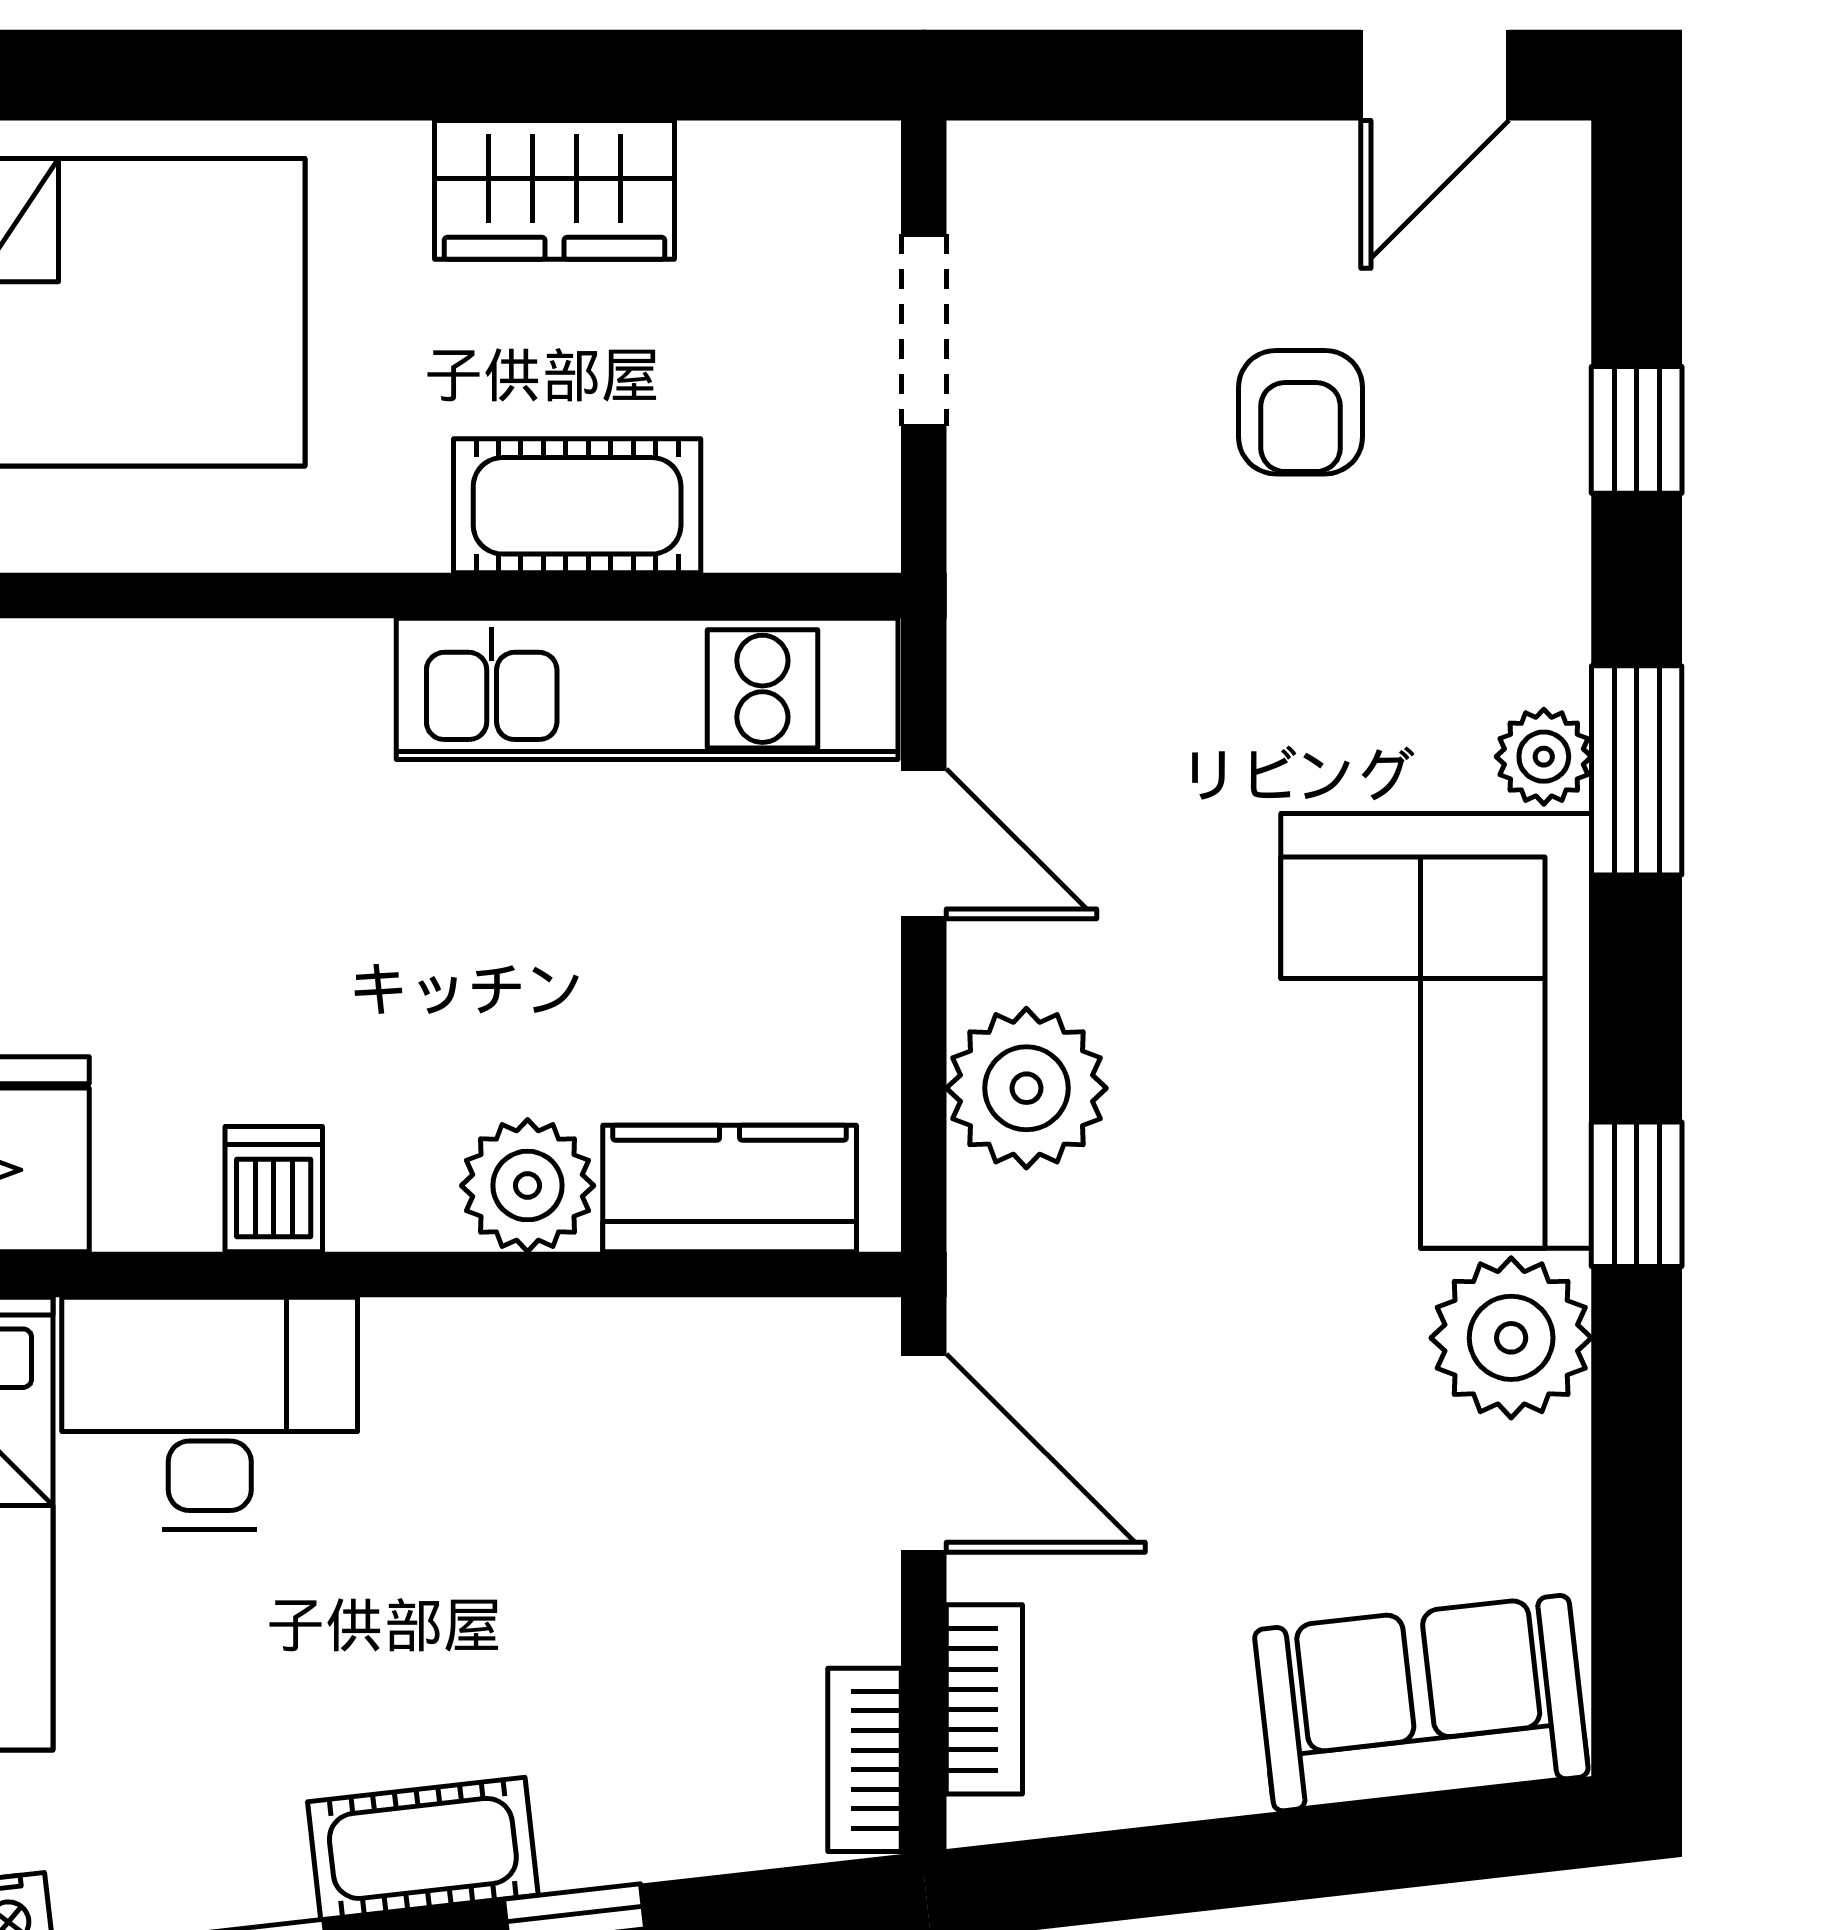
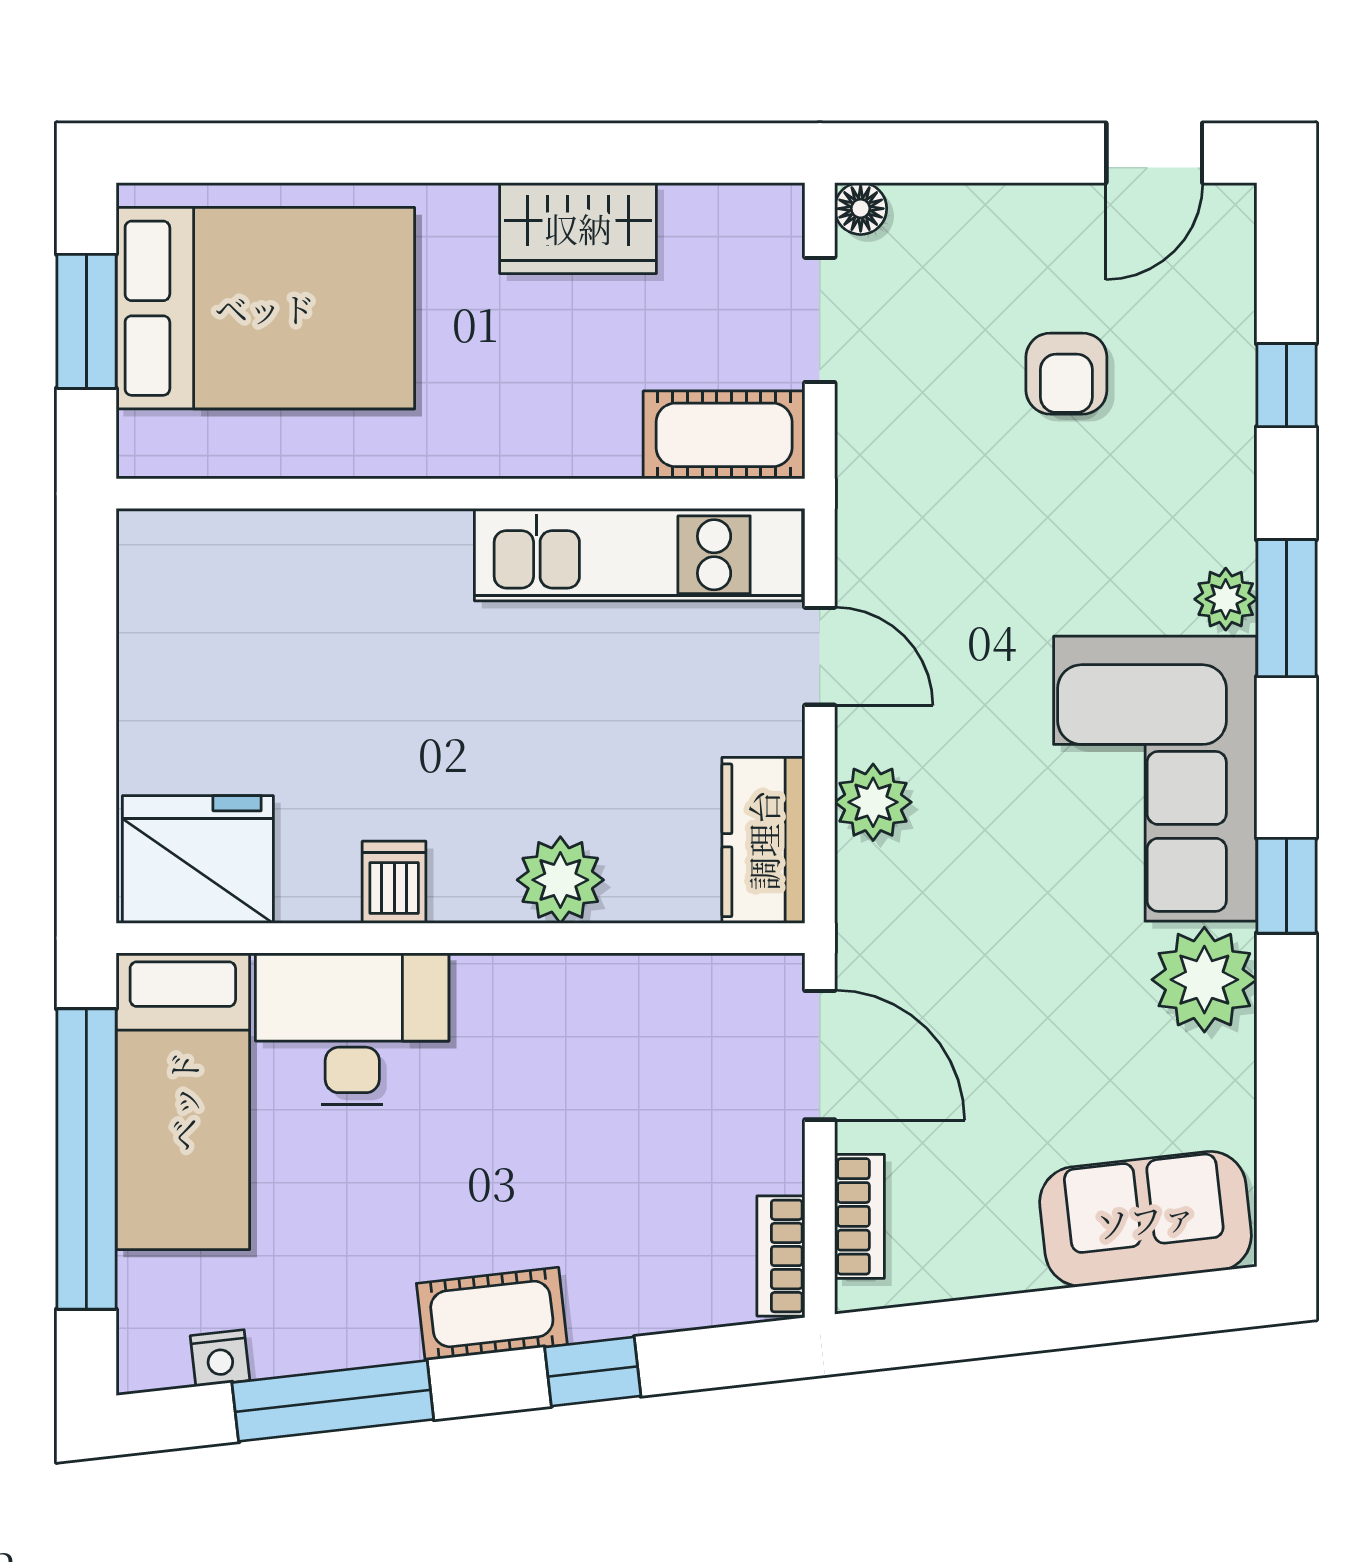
floor lamp: (986, 160) -> (861, 209), added
cot: (577, 506) -> (724, 435), moved
plant: (1026, 1088) -> (873, 802), width x0.73, depth x0.73
kitchen counter: (730, 1188) -> (763, 840), moved, turned -90

